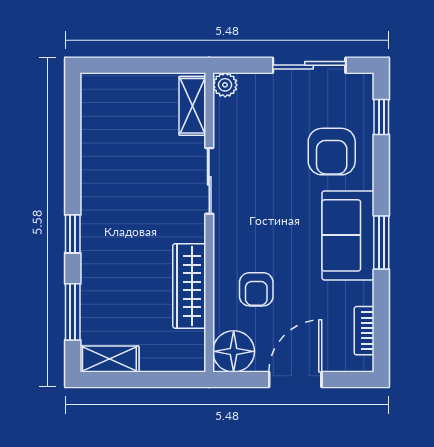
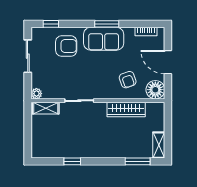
window: (73, 234) -> (72, 161), moved
armchair: (256, 289) -> (128, 80), turned 71

